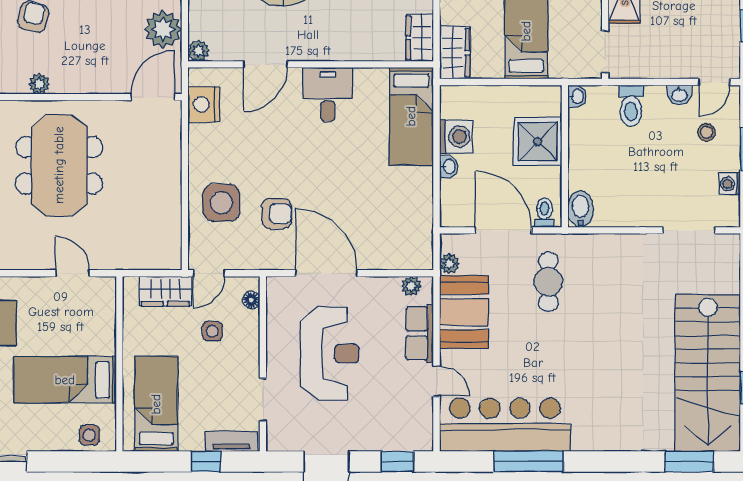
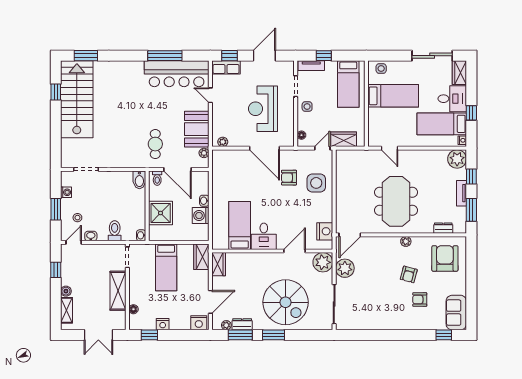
plant: (199, 51) -> (323, 262), width x1.87, depth x1.87
bed: (411, 116) -> (240, 225), moved
side table: (212, 331) -> (307, 107), moved
row of seats: (420, 333) -> (226, 67), moved, turned 90

